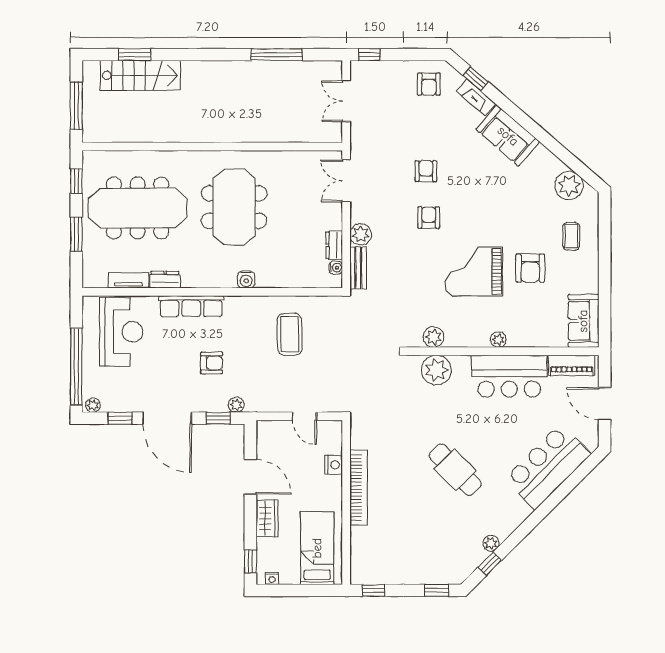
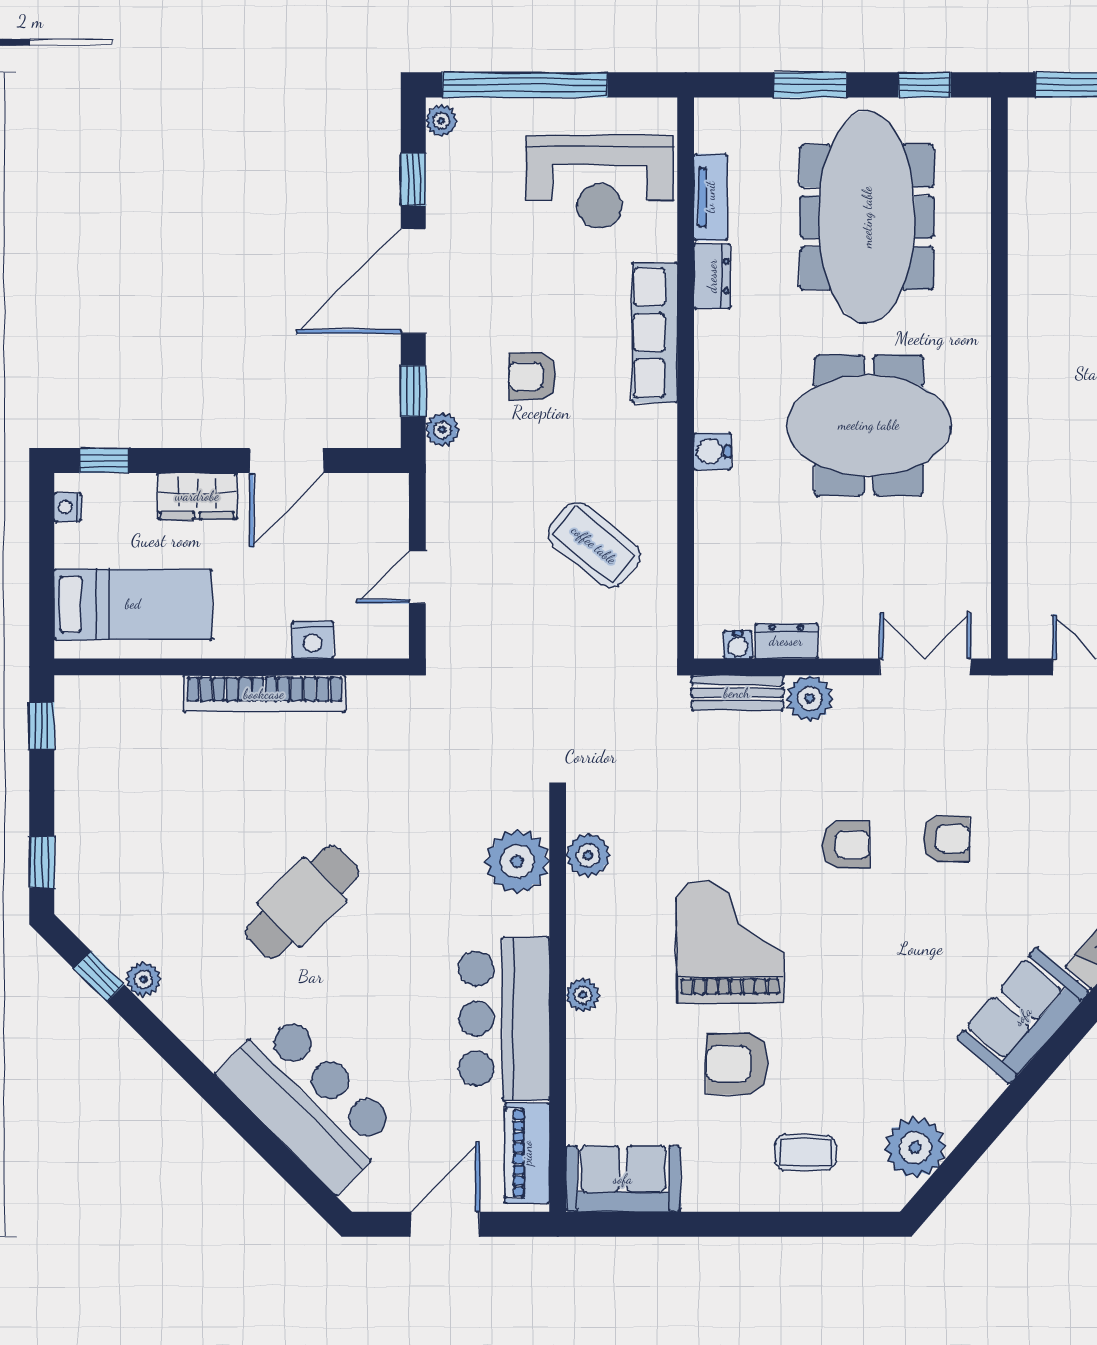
coffee table: (290, 334) -> (594, 545), turned 40
armchair: (212, 363) -> (532, 376), turned 90

